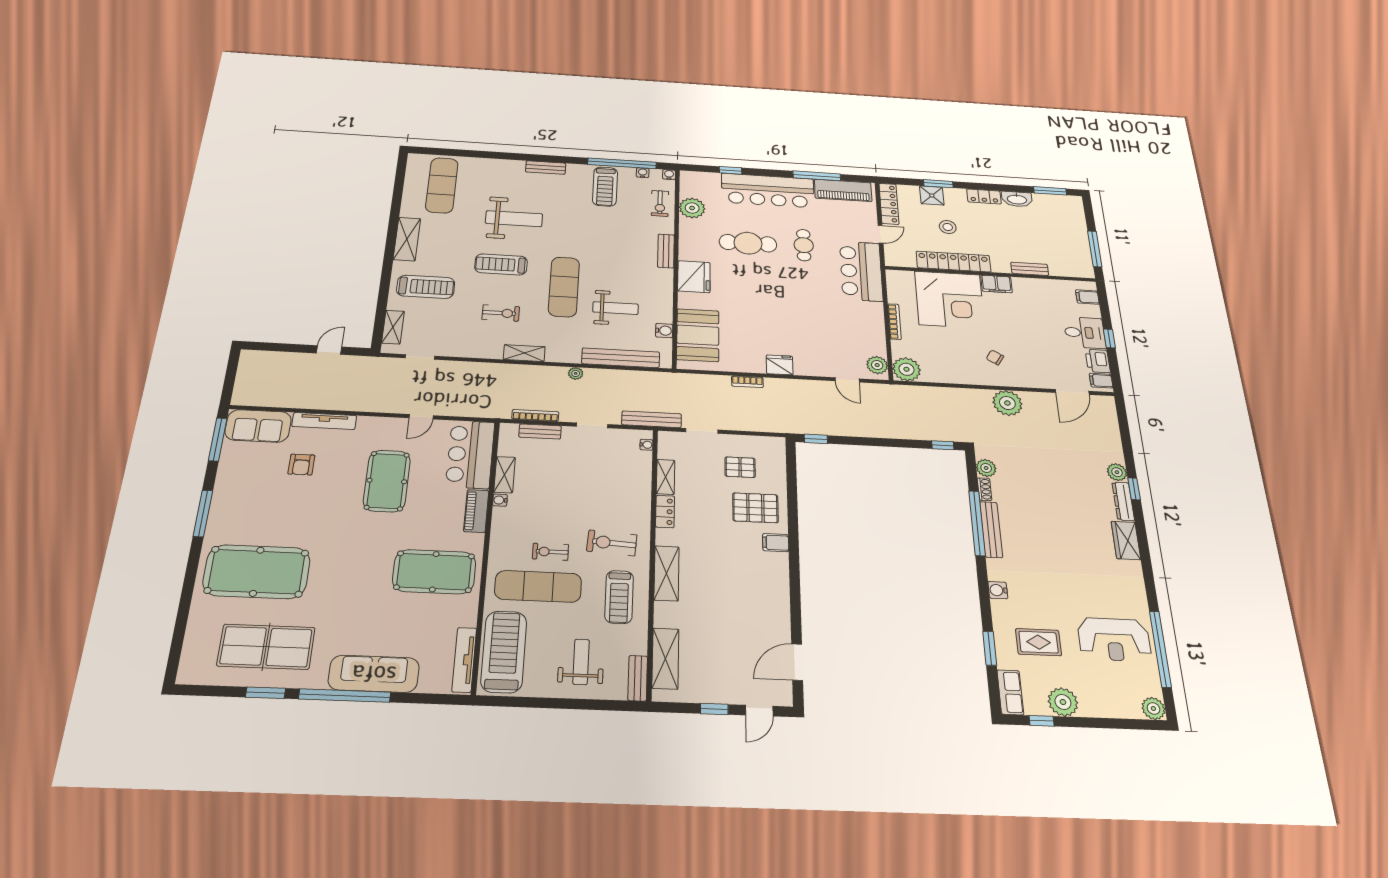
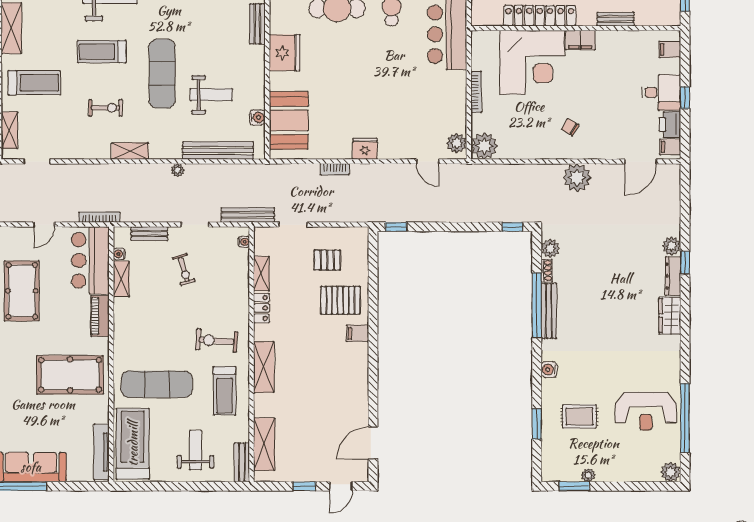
bookcase: (535, 415) -> (99, 217), moved
water cooler: (500, 500) -> (119, 254), moved
exercise bike: (550, 552) -> (184, 269), moved, turned -107
row of seats: (1010, 692) -> (550, 462), removed
plant: (1063, 702) -> (588, 475), width x0.53, depth x0.53
window: (1042, 721) -> (574, 486), width x1.50

